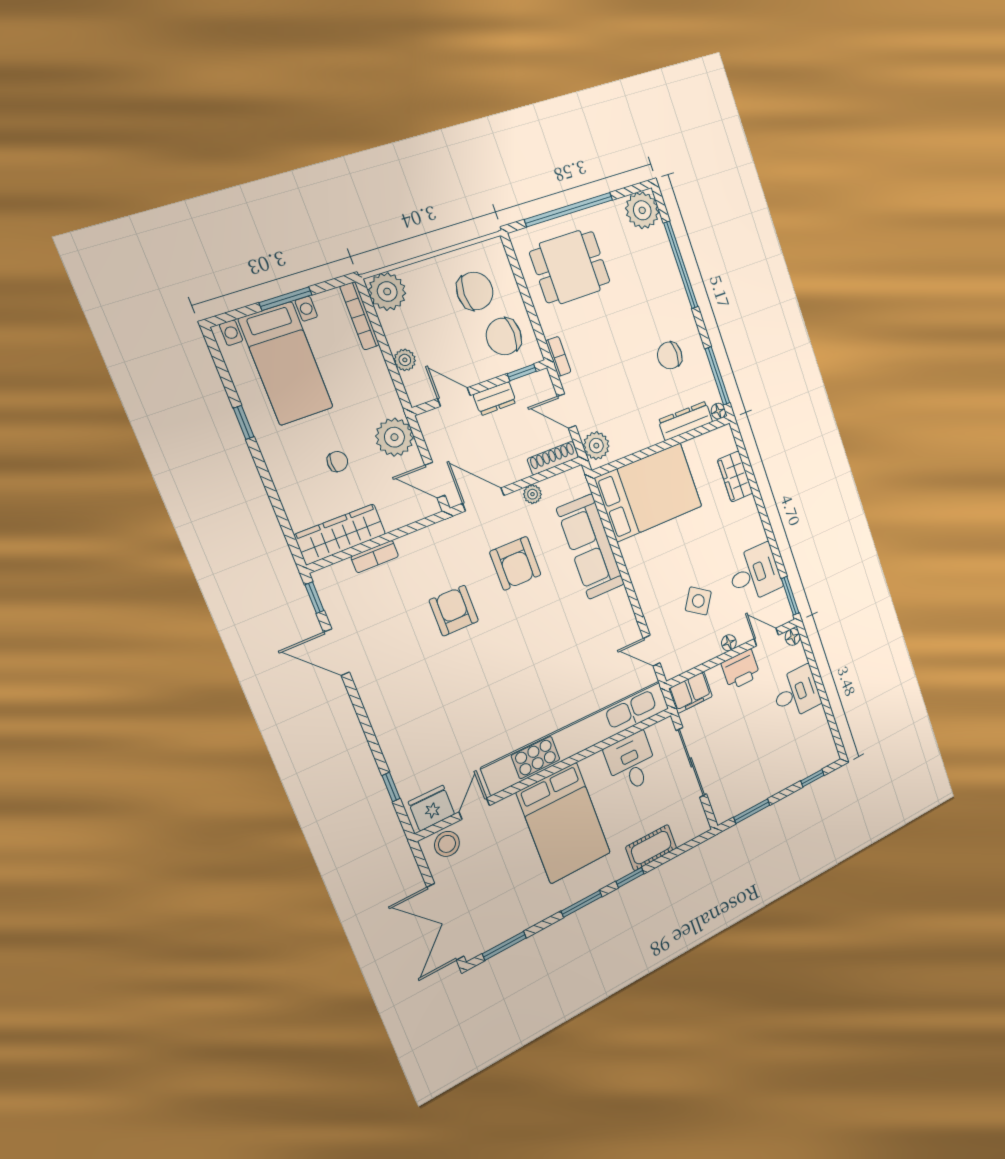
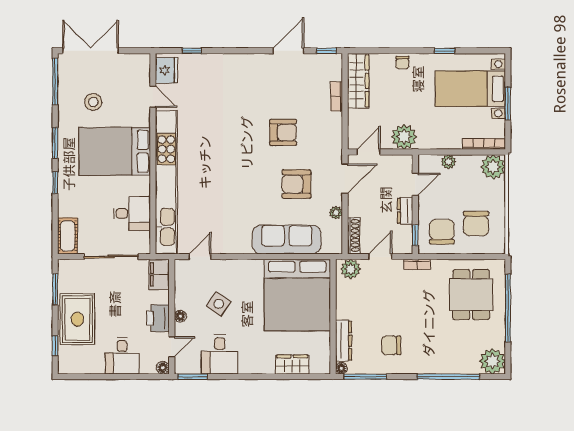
chair: (670, 355) -> (391, 345), turned -90
chair: (337, 461) -> (402, 63), moved
bed: (649, 492) -> (297, 295), width x1.36
rug: (775, 767) -> (77, 319), added
stool: (447, 844) -> (93, 102), moved
cot: (651, 848) -> (68, 236), moved
window: (504, 946) -> (55, 82), width x1.44

